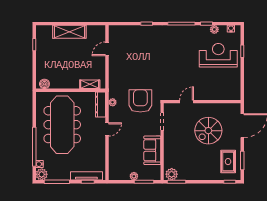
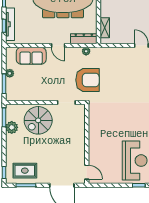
door: (187, 102) -> (87, 172), moved
spiral stairs: (208, 131) -> (38, 120), moved, turned -90
sofa: (152, 150) -> (31, 56), moved, turned 180
plant: (172, 174) -> (12, 127), moved

